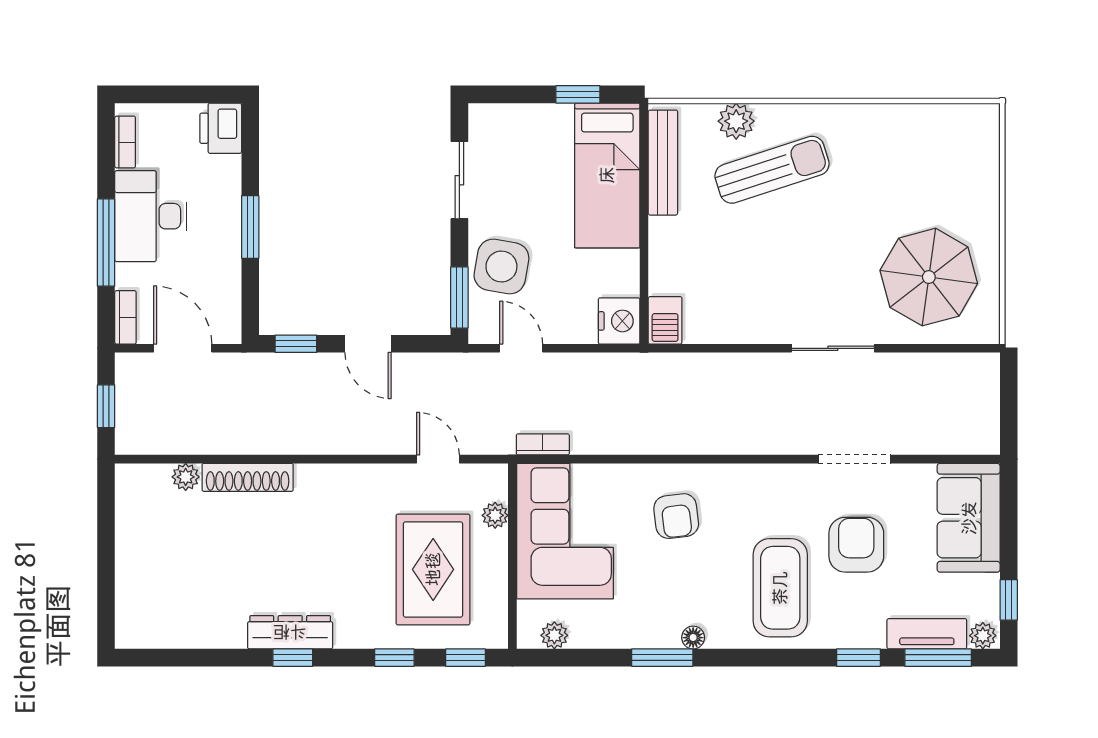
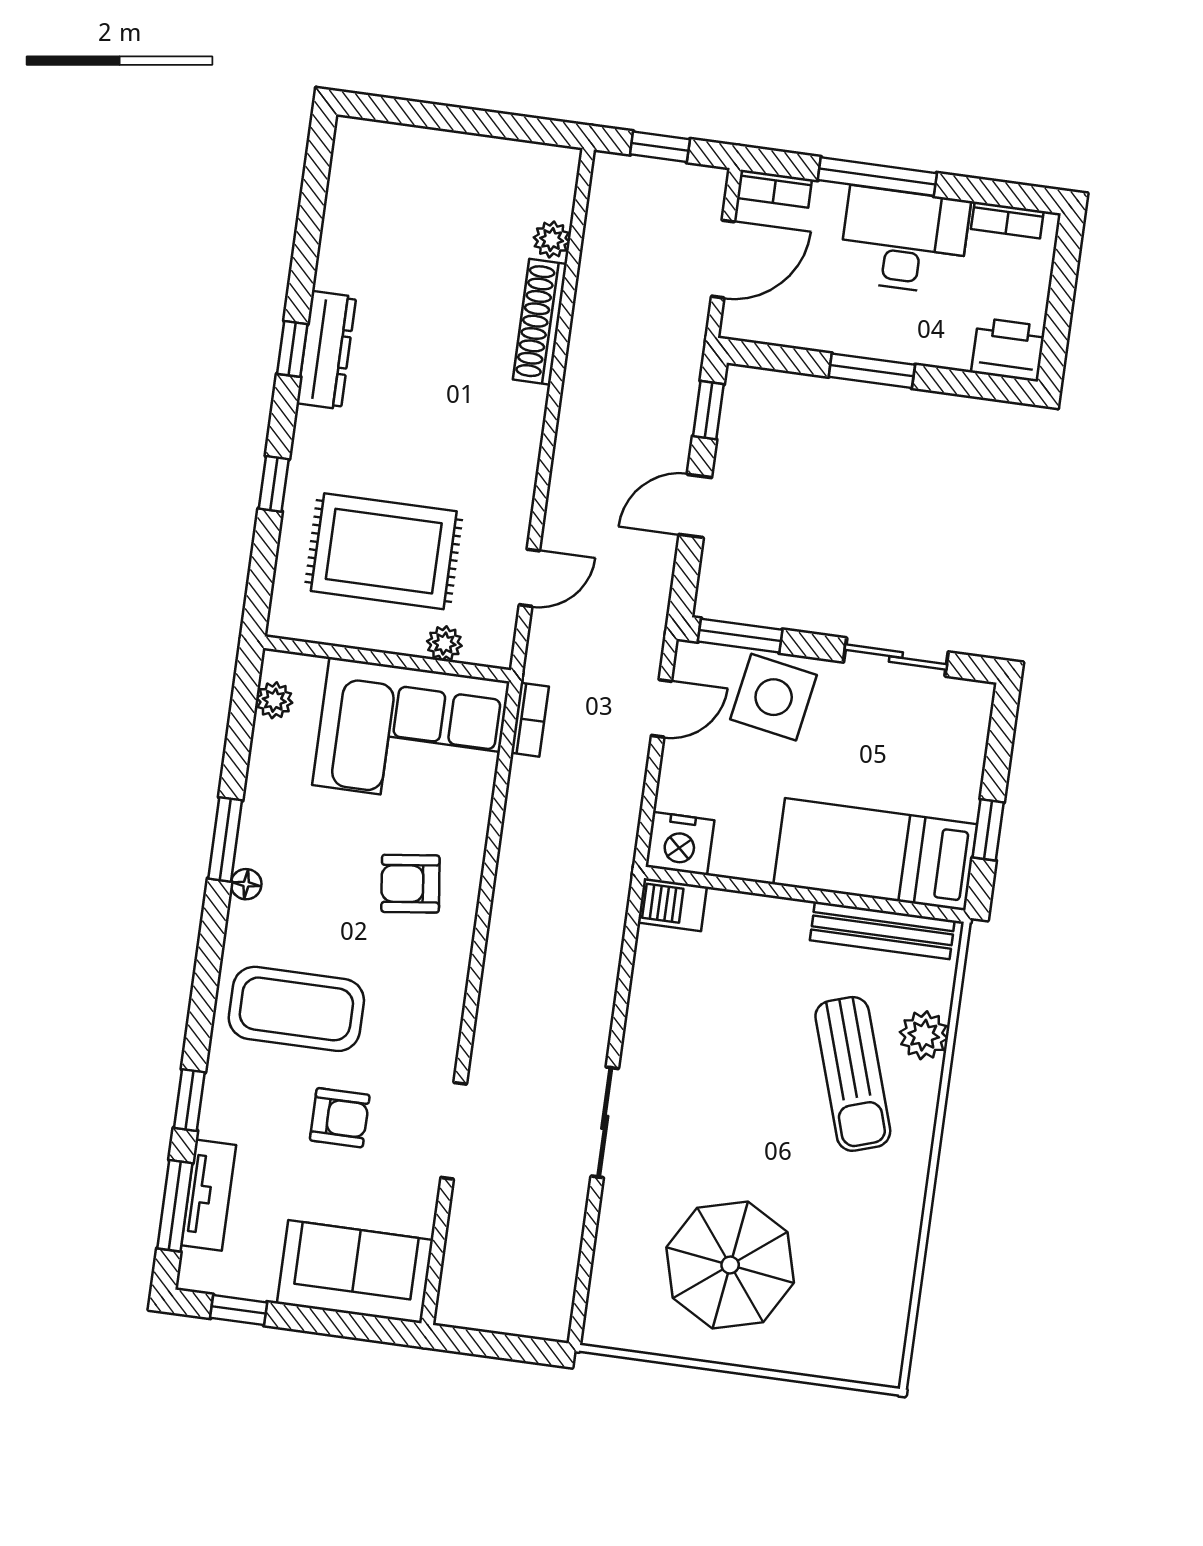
parasol: (929, 277) -> (730, 1265), moved
armchair: (856, 545) -> (340, 1118), width x0.72, depth x0.72
plant: (983, 636) -> (196, 1269), removed
window: (465, 658) -> (261, 578), removed

